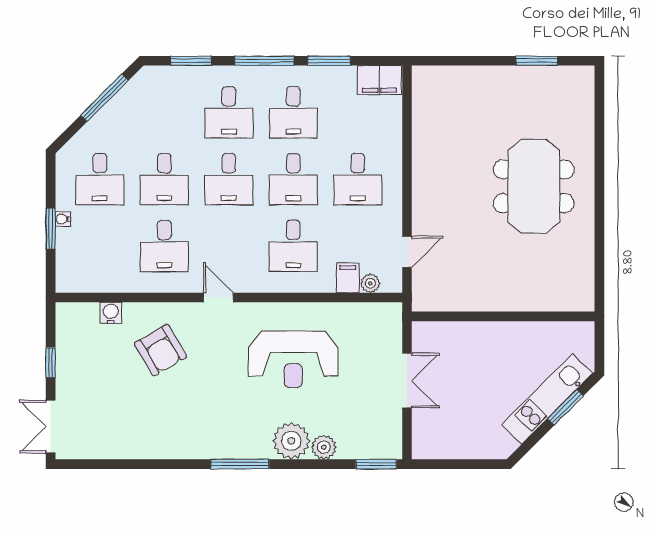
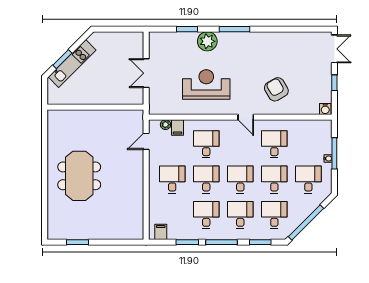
filing cabinet: (379, 80) -> (161, 232), width x0.50
window: (104, 98) -> (306, 223), width x1.46
desk: (164, 112) -> (274, 215), added
window: (51, 229) -> (334, 153), width x1.44
water cooler: (111, 313) -> (325, 109), moved
plant: (324, 447) -> (190, 38), removed
window: (376, 464) -> (187, 29), moved

